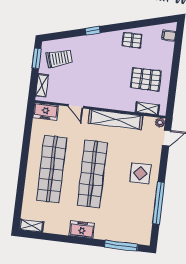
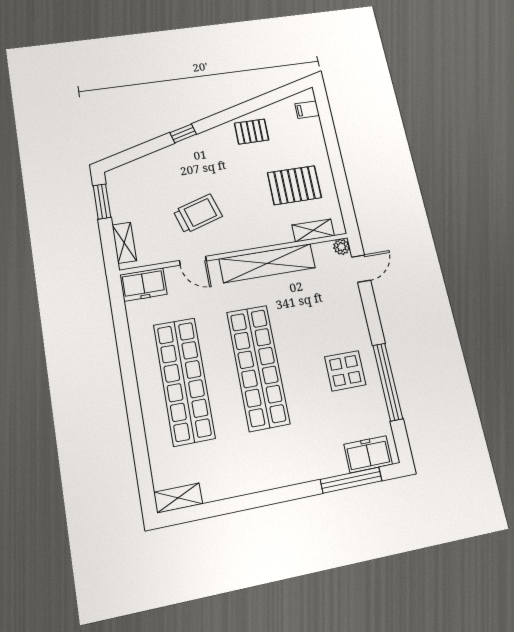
trolley: (59, 58) -> (198, 214), moved
display table: (140, 173) -> (345, 371), moved
freezer: (82, 230) -> (368, 454), moved

